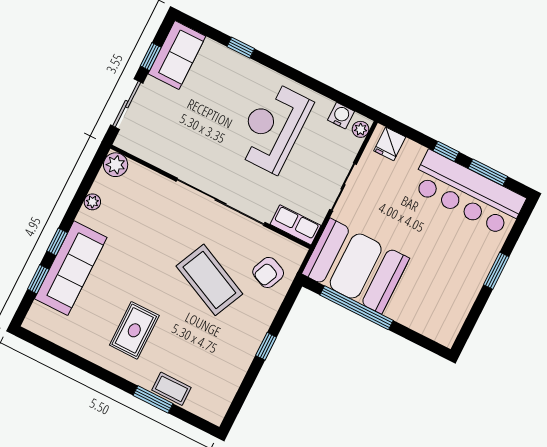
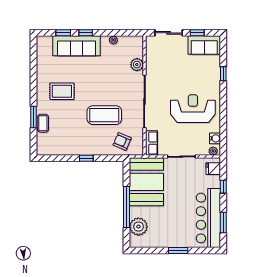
window: (446, 151) -> (223, 187), moved
plant: (116, 165) -> (137, 65), moved
coffee table: (209, 280) -> (104, 115), turned 65
window: (357, 308) -> (127, 207), moved
plant: (423, 317) -> (138, 227), added

